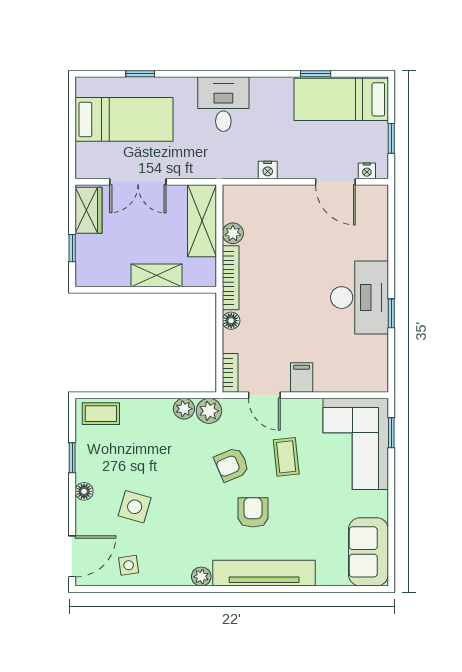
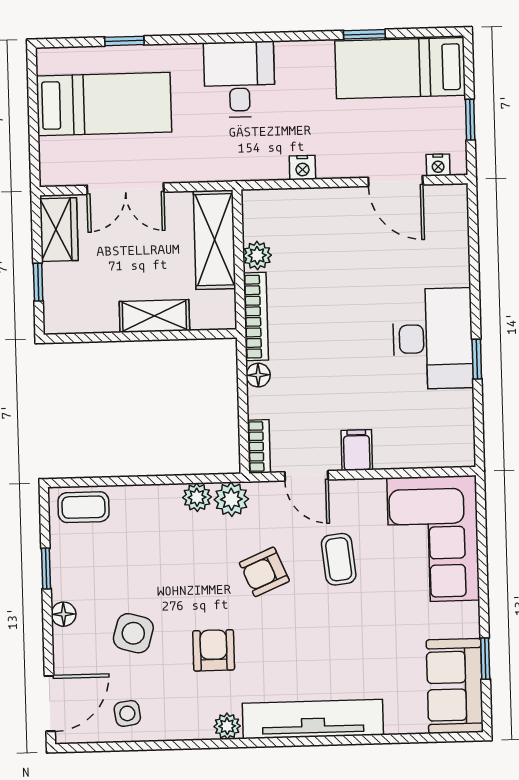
window: (391, 433) -> (485, 659), moved
armchair: (253, 512) -> (214, 650), moved

